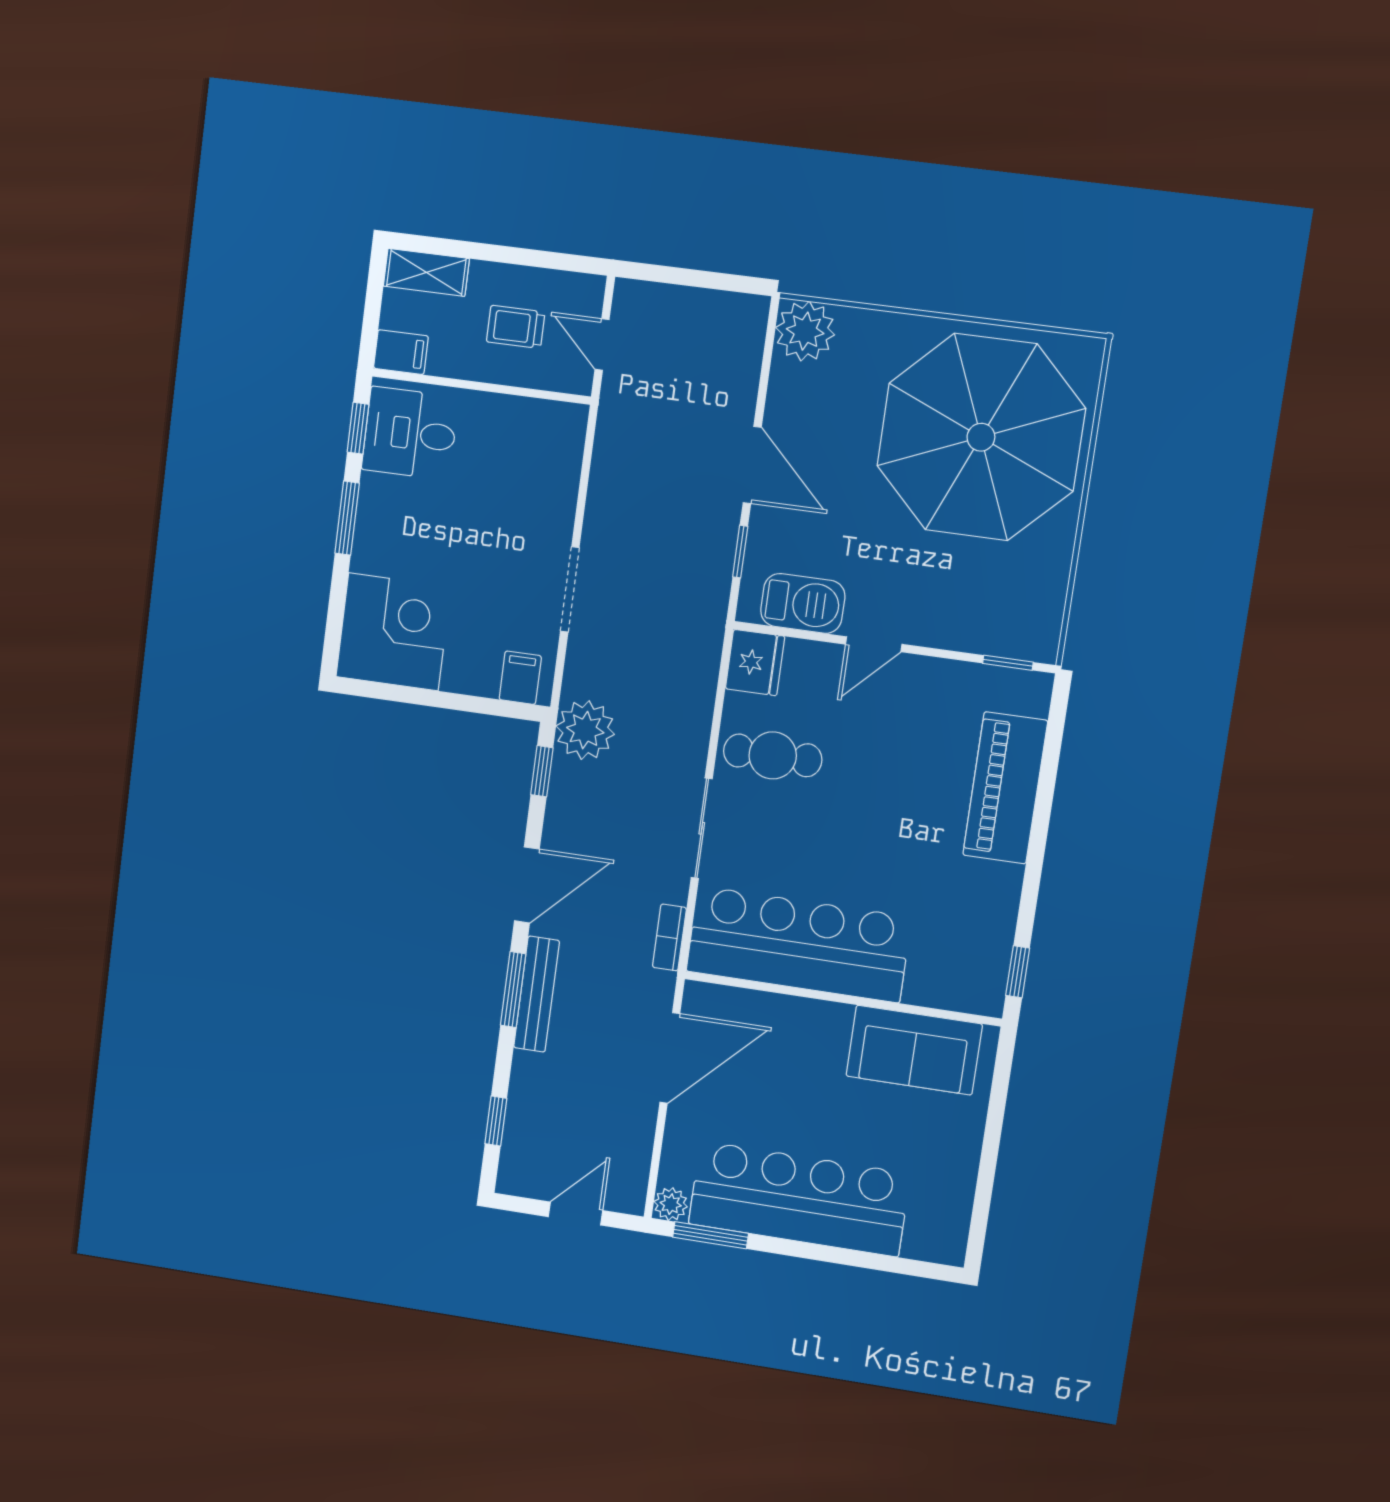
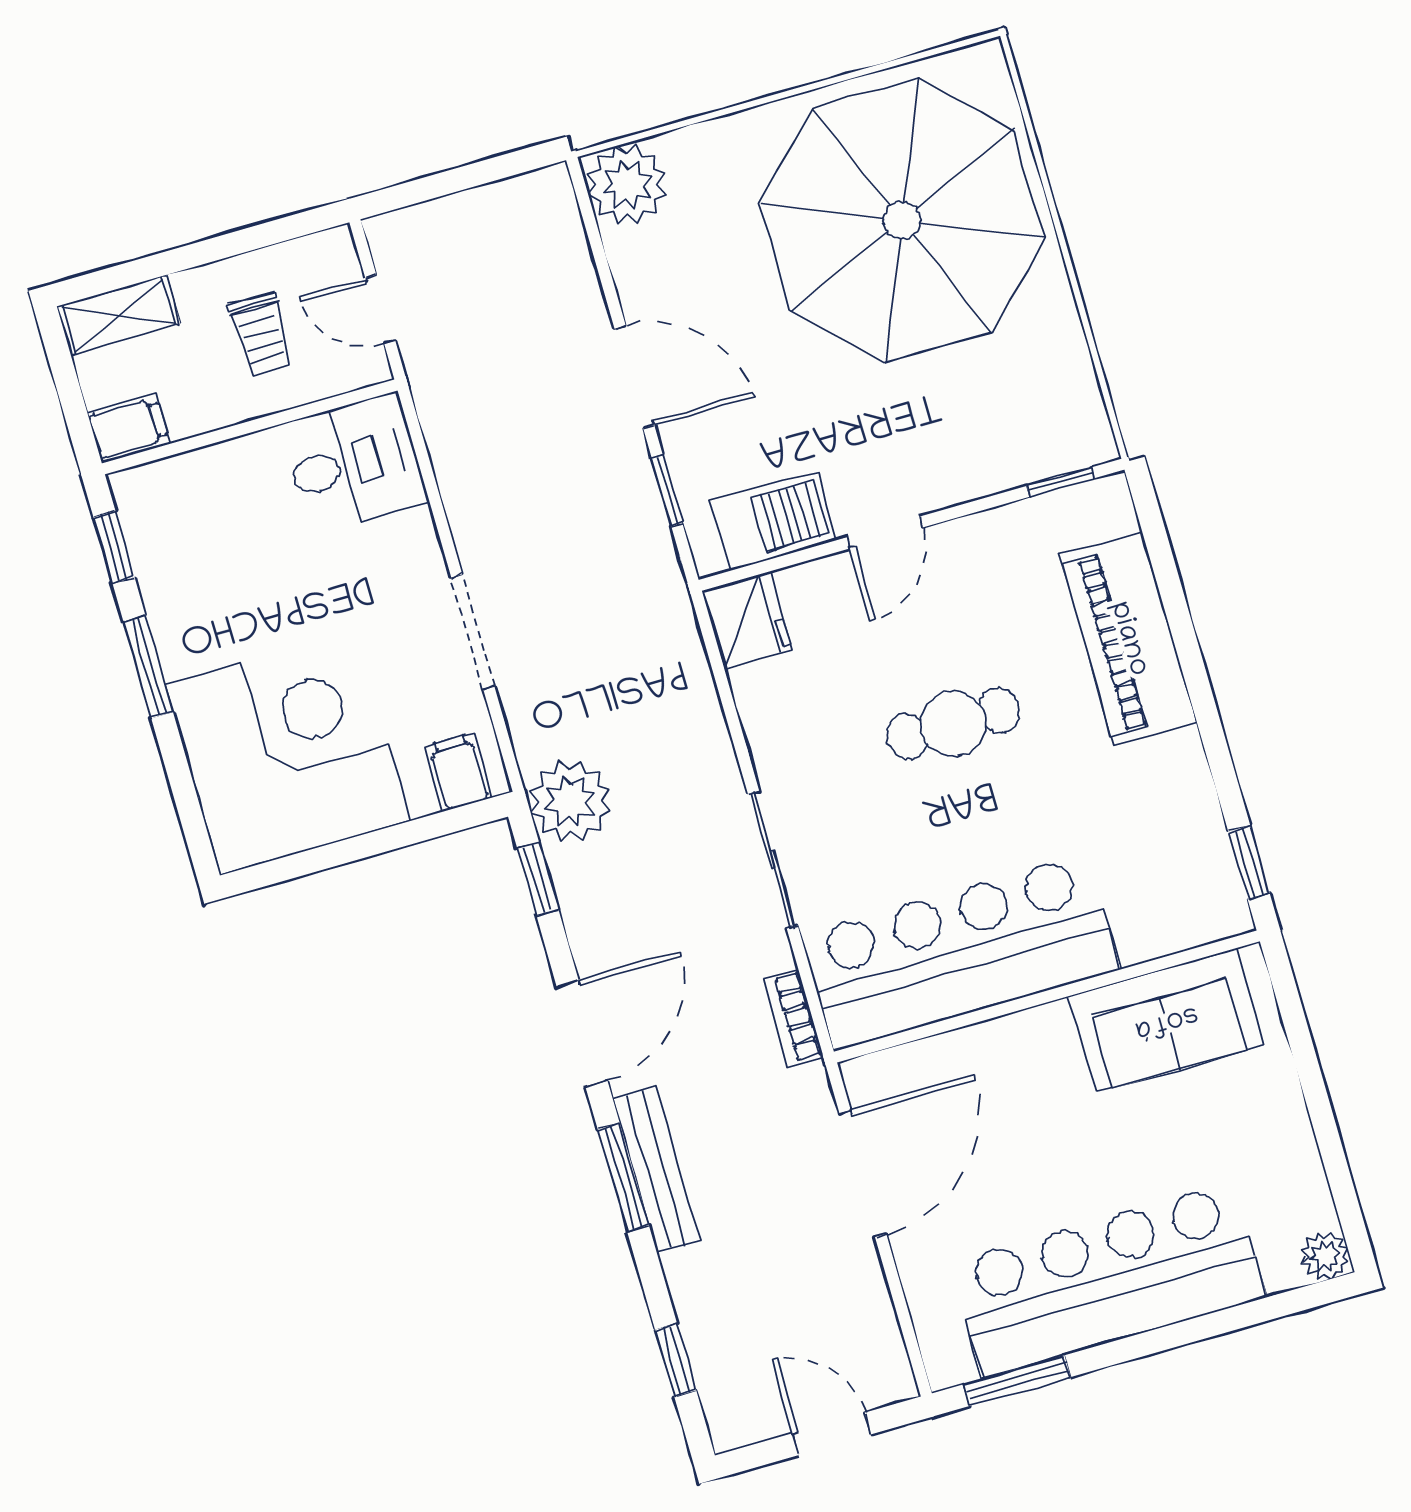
trolley: (516, 327) -> (261, 334), turned -90
desk: (410, 433) -> (354, 463), moved, turned 180
corner desk: (393, 632) -> (288, 753), width x1.36, depth x1.36
cafe table: (773, 755) -> (953, 724), moved
plant: (671, 1204) -> (1325, 1256), moved
door: (575, 1214) -> (832, 1434), hinge flipped

